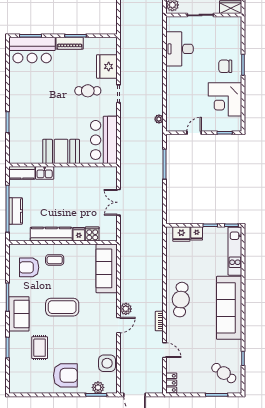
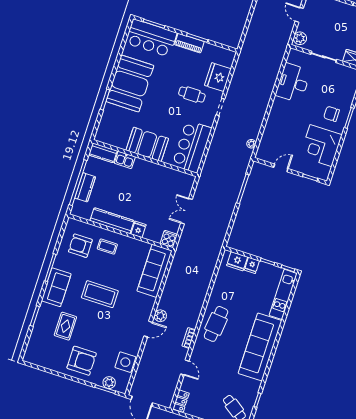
booth: (26, 99) -> (130, 83), added
cooker: (92, 234) -> (169, 239), moved

